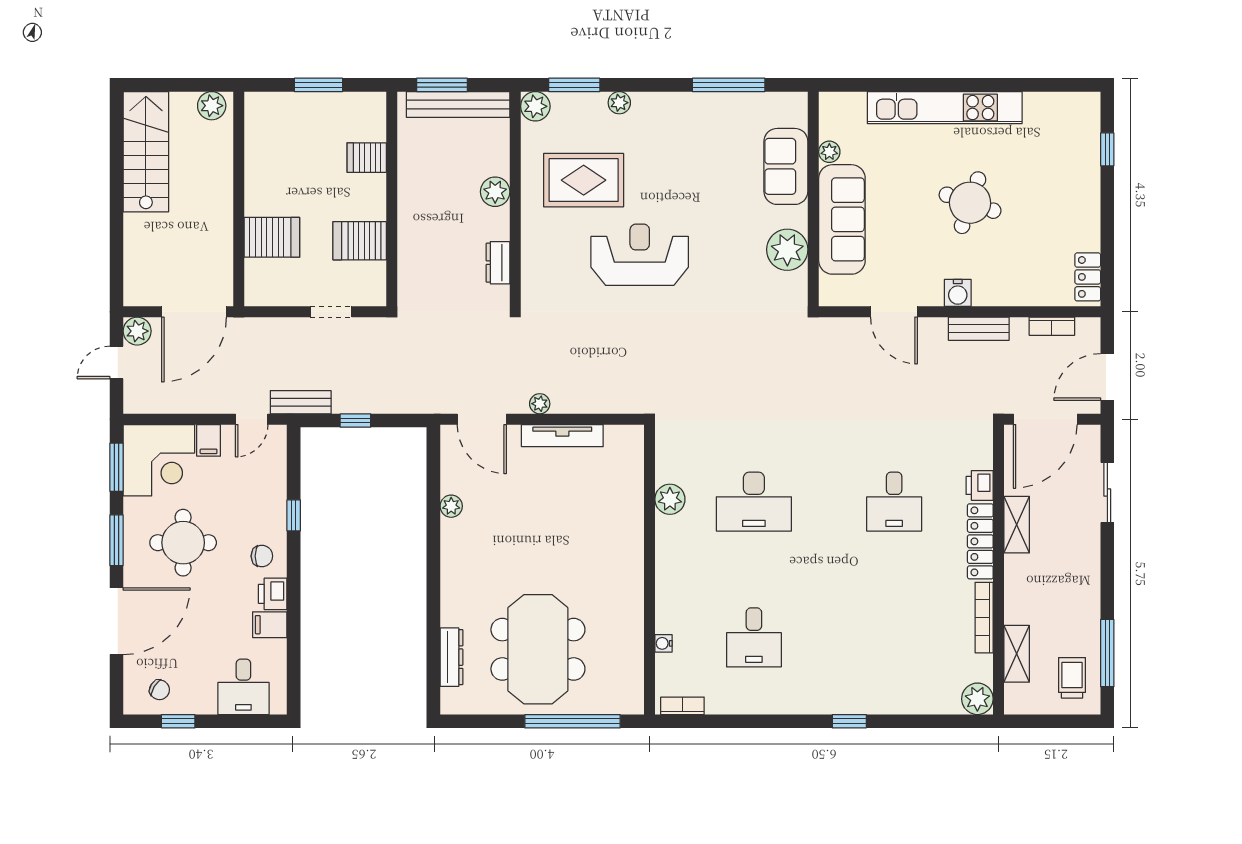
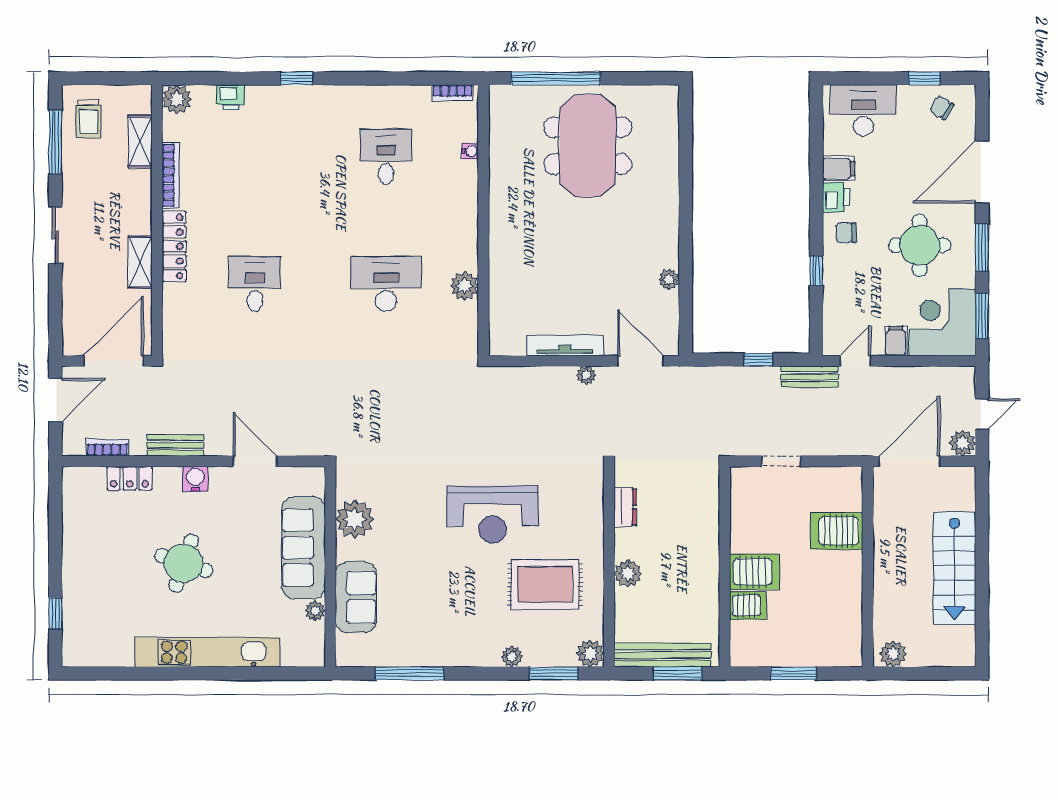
stairs: (146, 152) -> (954, 568), moved
server rack: (360, 241) -> (755, 572), moved
locker: (1088, 277) -> (129, 478), moved, turned 90
printer: (980, 485) -> (231, 97), moved, turned 90
sliding door: (1107, 493) -> (55, 235), moved
dresser: (451, 657) -> (669, 138), removed
desk: (243, 687) -> (863, 110), width x1.37

